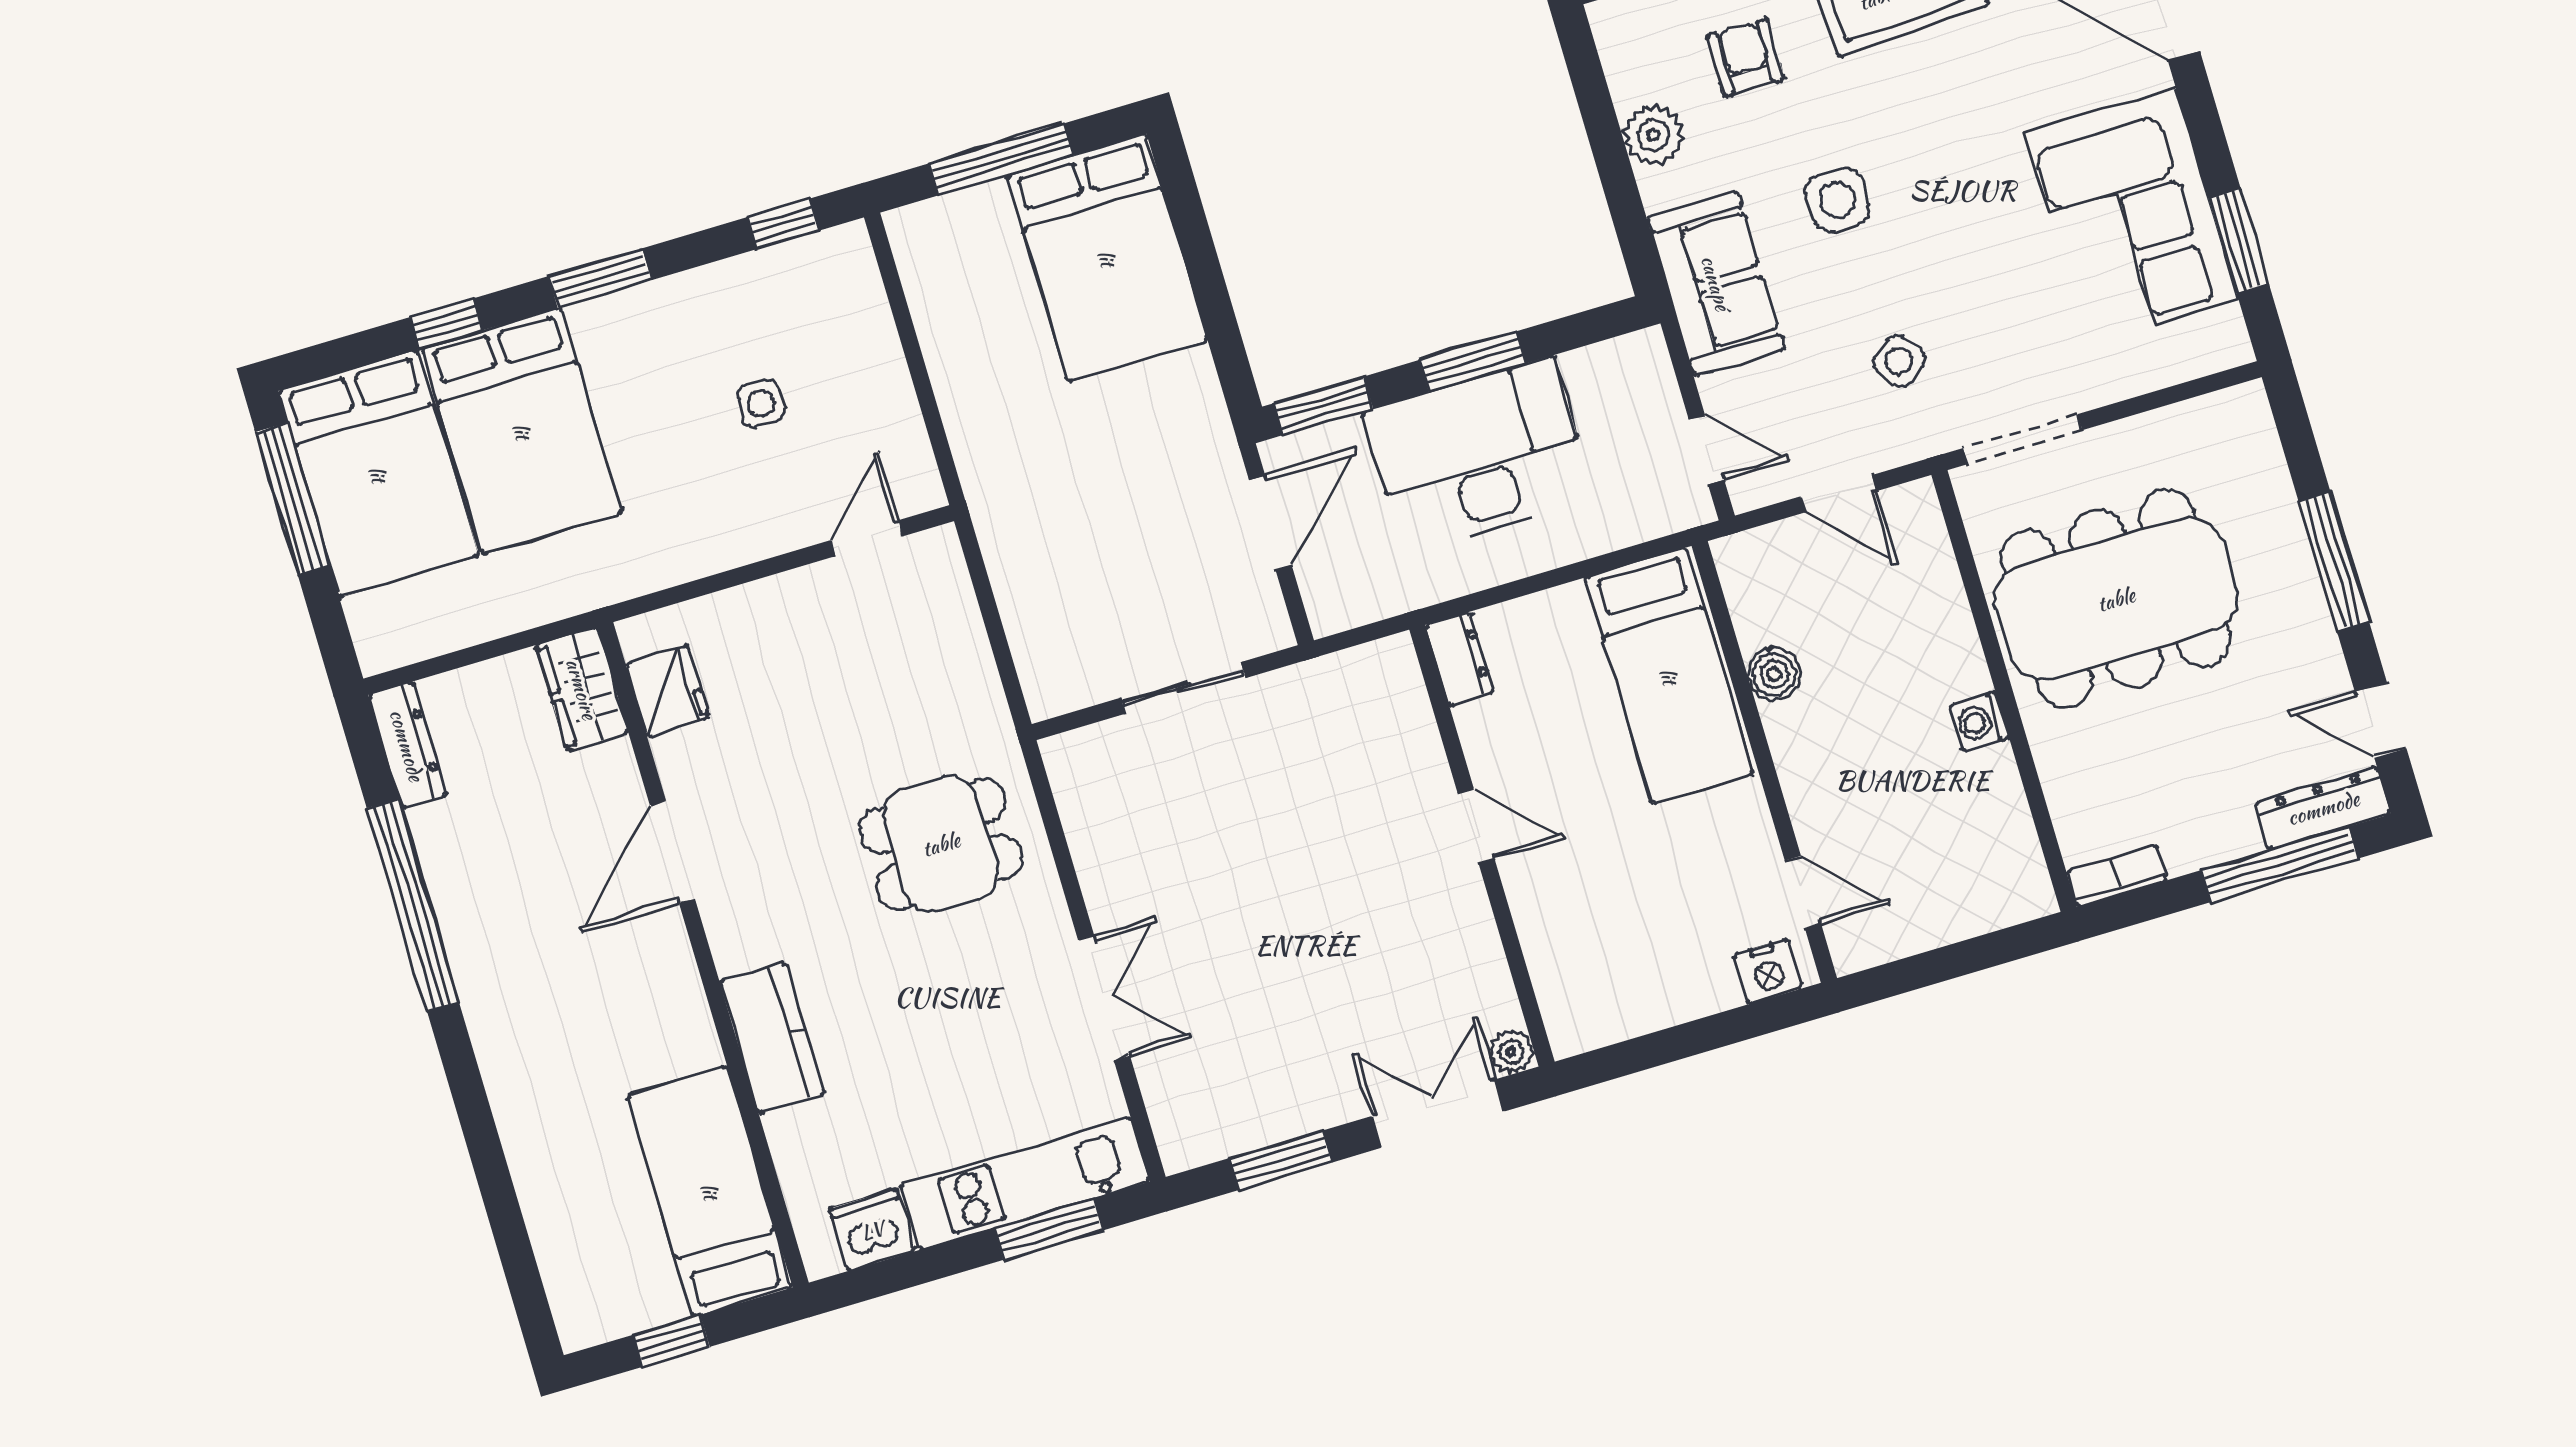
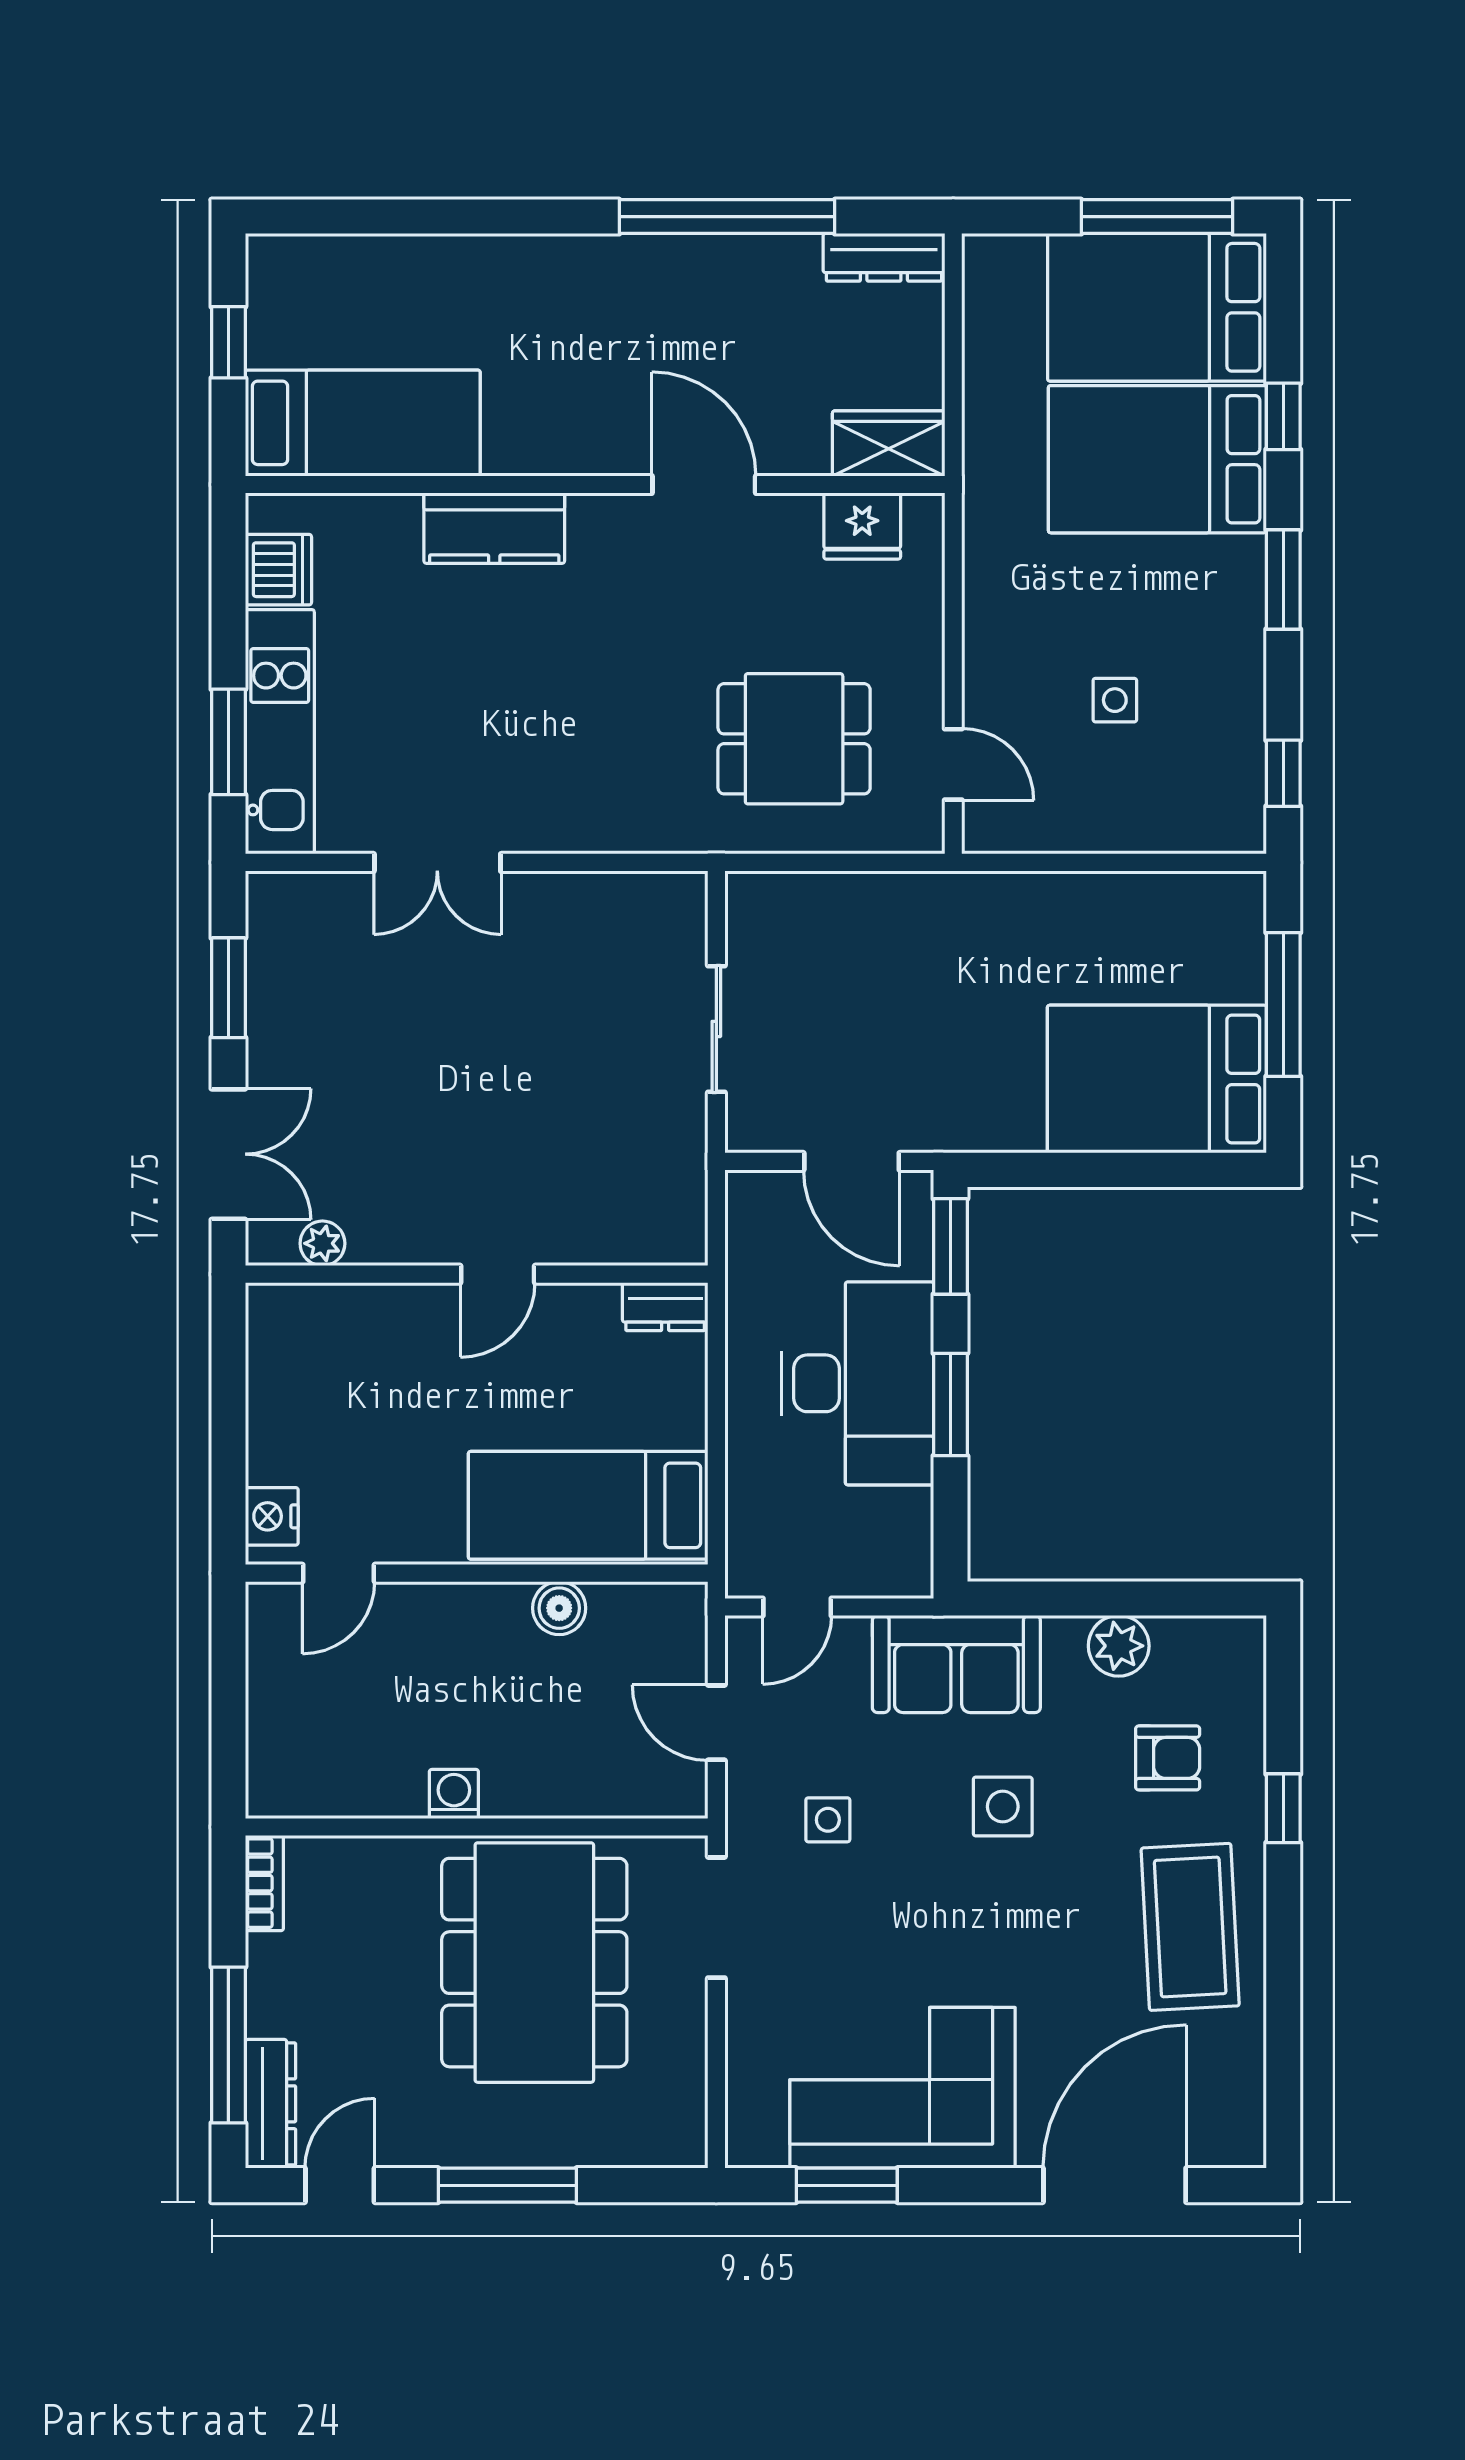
side table: (1899, 361) -> (828, 1820), turned 36
door: (1838, 494) -> (716, 1723), hinge flipped
dining table: (941, 844) -> (794, 739), moved, turned 90
plant: (1511, 1052) -> (322, 1243), moved

